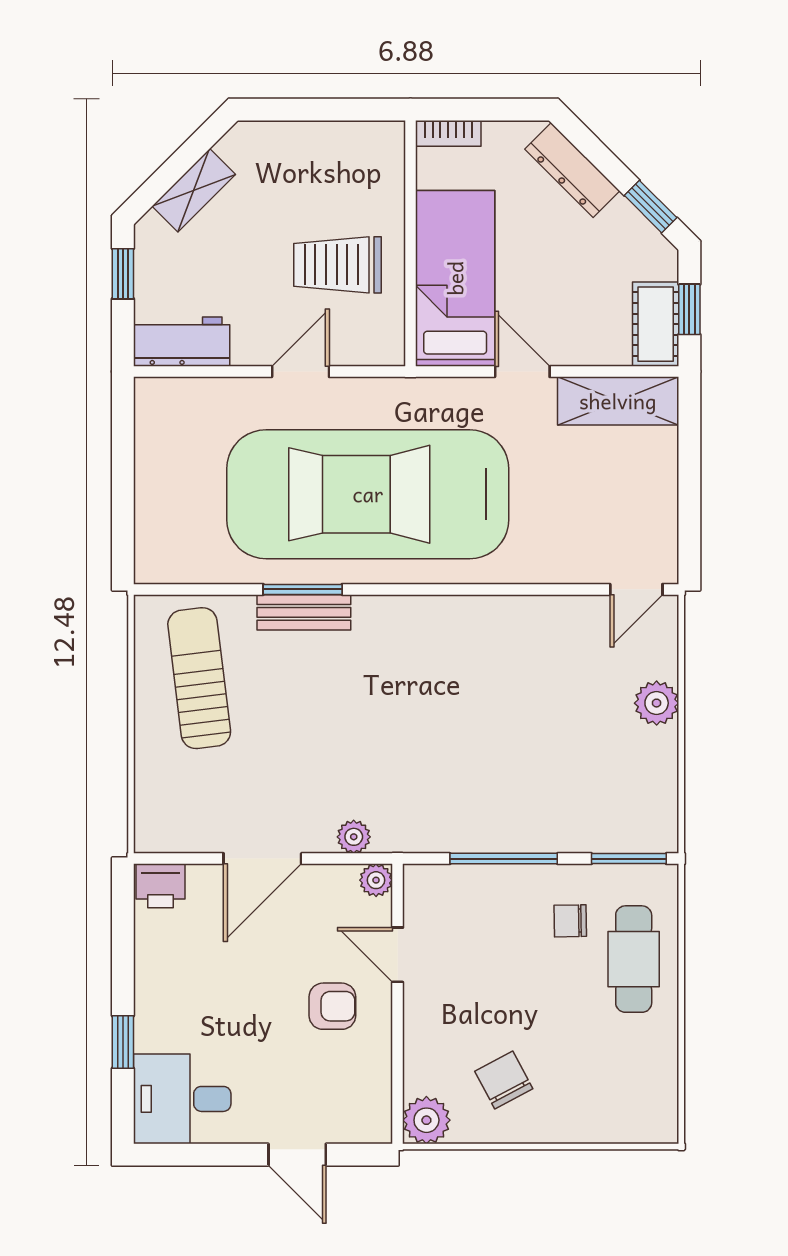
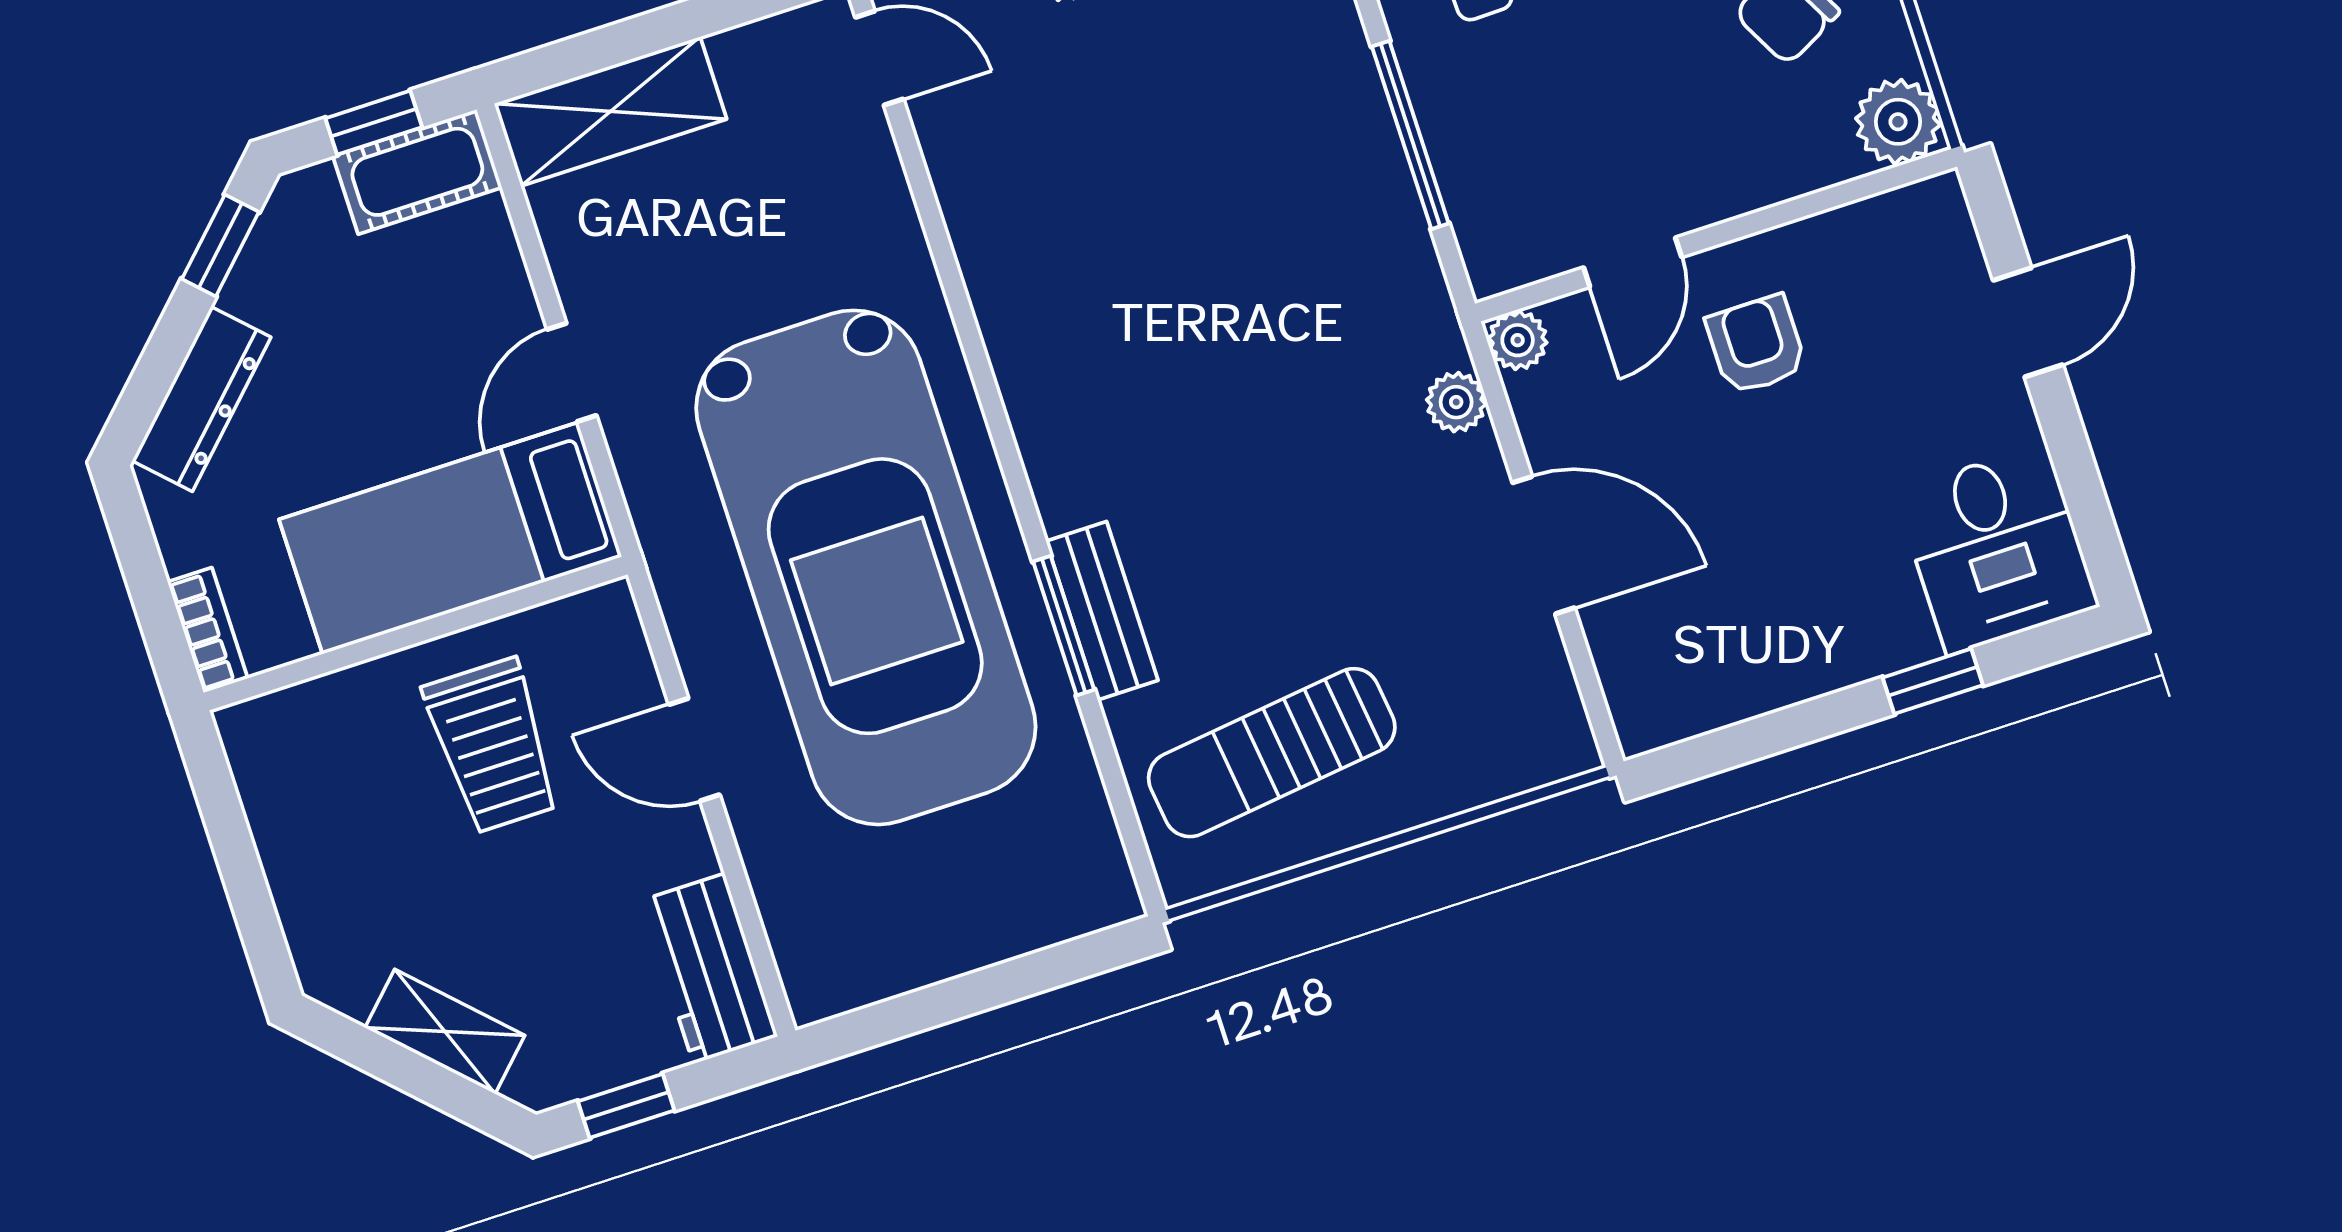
shelving: (618, 401) -> (610, 111), moved, turned 90
printer: (161, 886) -> (1646, 704), removed

